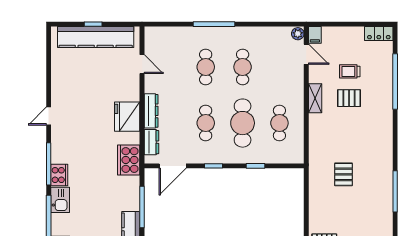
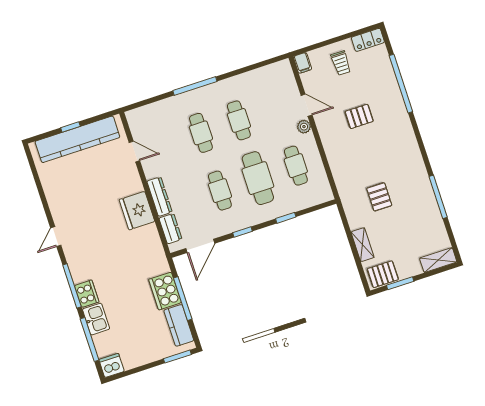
plant: (298, 34) -> (304, 127), moved
door: (306, 54) -> (307, 105), moved
trolley: (350, 71) -> (341, 63), moved, turned -90
shelving: (315, 98) -> (363, 245), moved
cooker: (129, 160) -> (165, 291), moved

